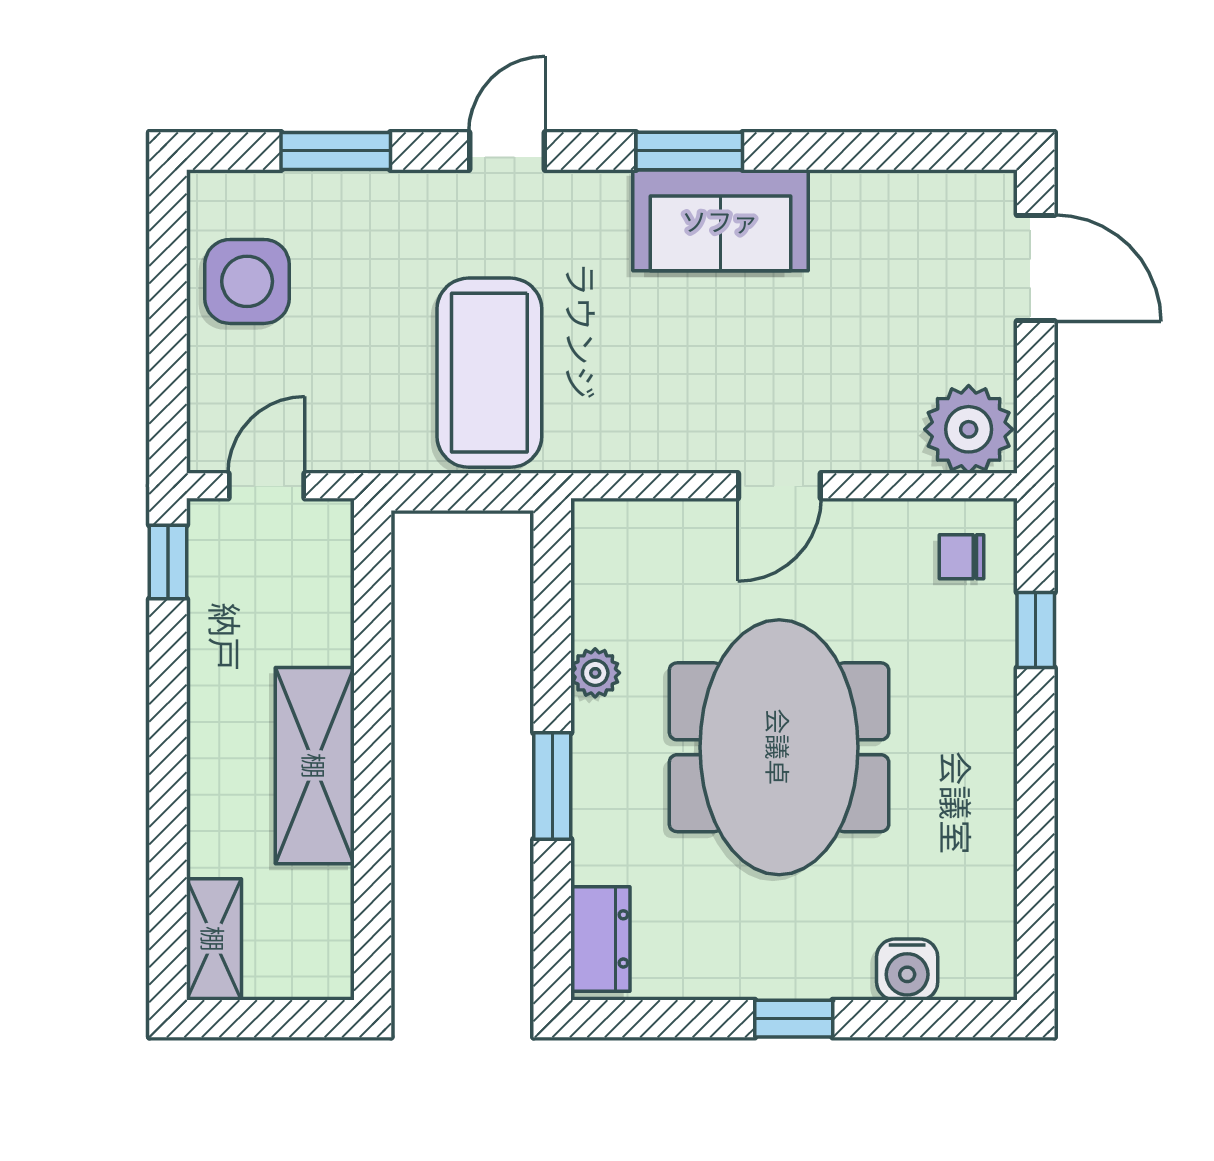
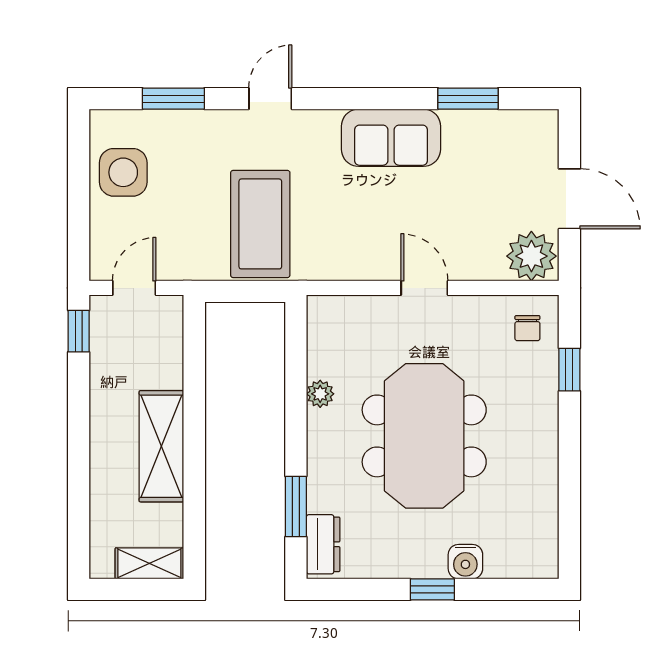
window: (689, 151) -> (468, 99), moved
door: (1036, 268) -> (569, 199), moved
door: (779, 486) -> (424, 288), swing flipped
chair: (962, 557) -> (527, 328), turned -90
window: (552, 786) -> (296, 507), moved
shelving: (214, 939) -> (149, 563), moved, turned 90
water cooler: (907, 970) -> (465, 562), moved

